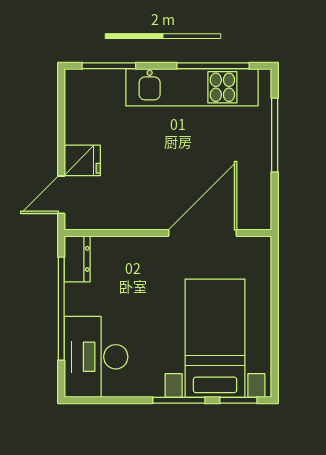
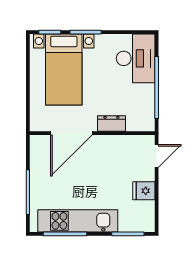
fridge: (82, 160) -> (144, 191), moved
dresser: (77, 259) -> (111, 123), moved, turned 90

